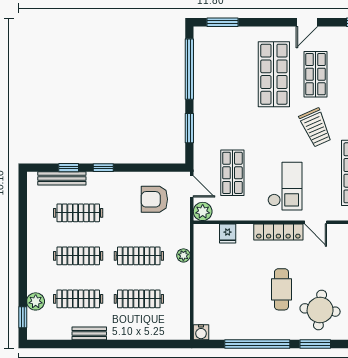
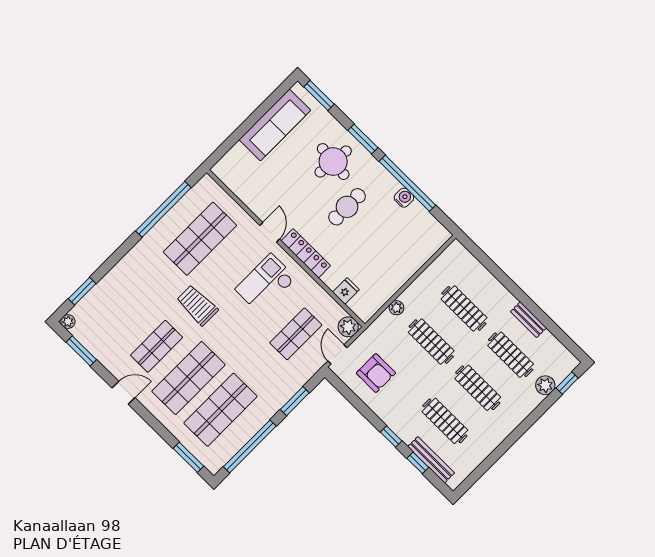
shop shelf: (232, 74) -> (220, 410), added
trolley: (316, 128) -> (197, 305), turned -66
water cooler: (201, 332) -> (404, 198), moved

